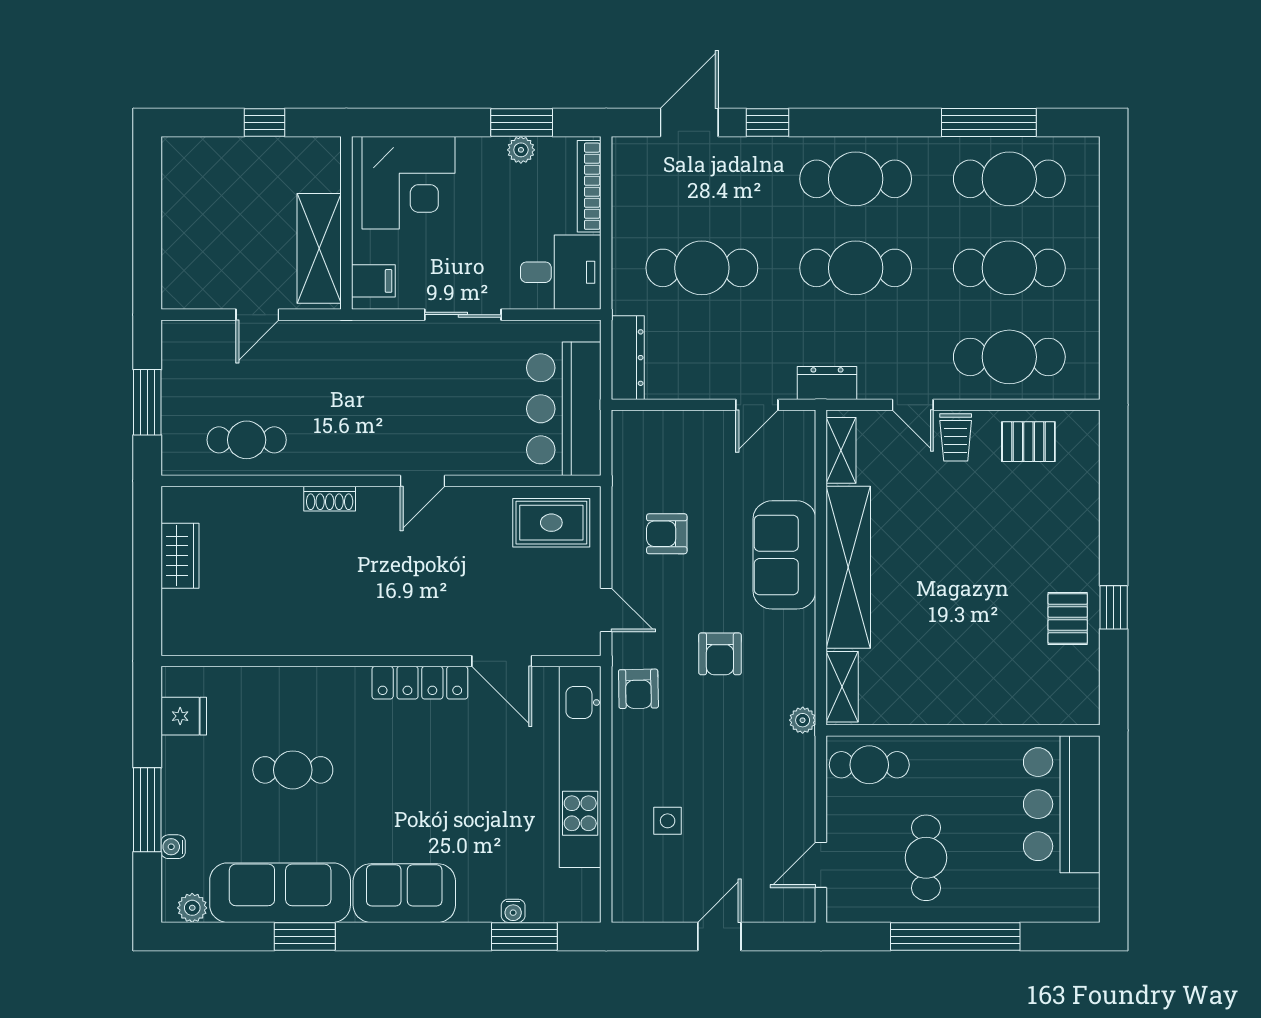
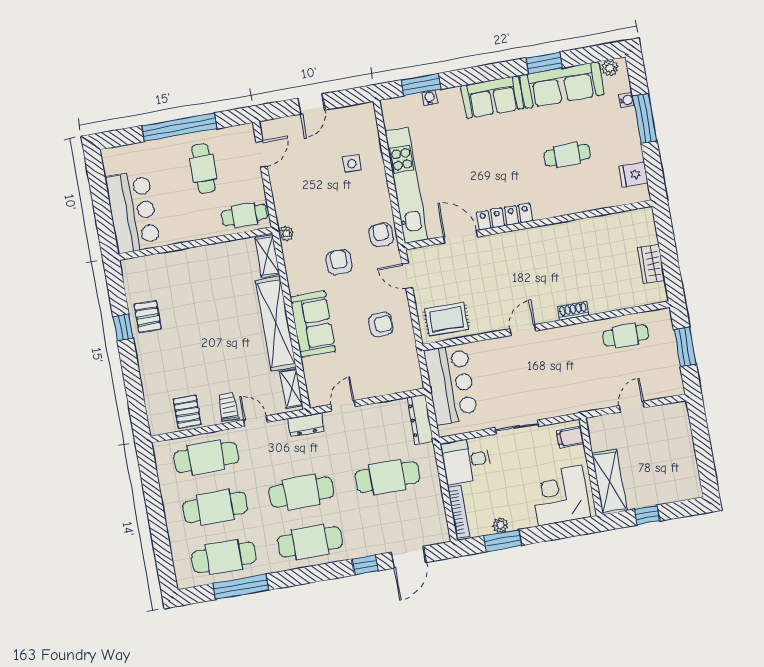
shelving: (319, 248) -> (609, 482), moved
pallet: (1028, 442) -> (187, 412), turned 90

